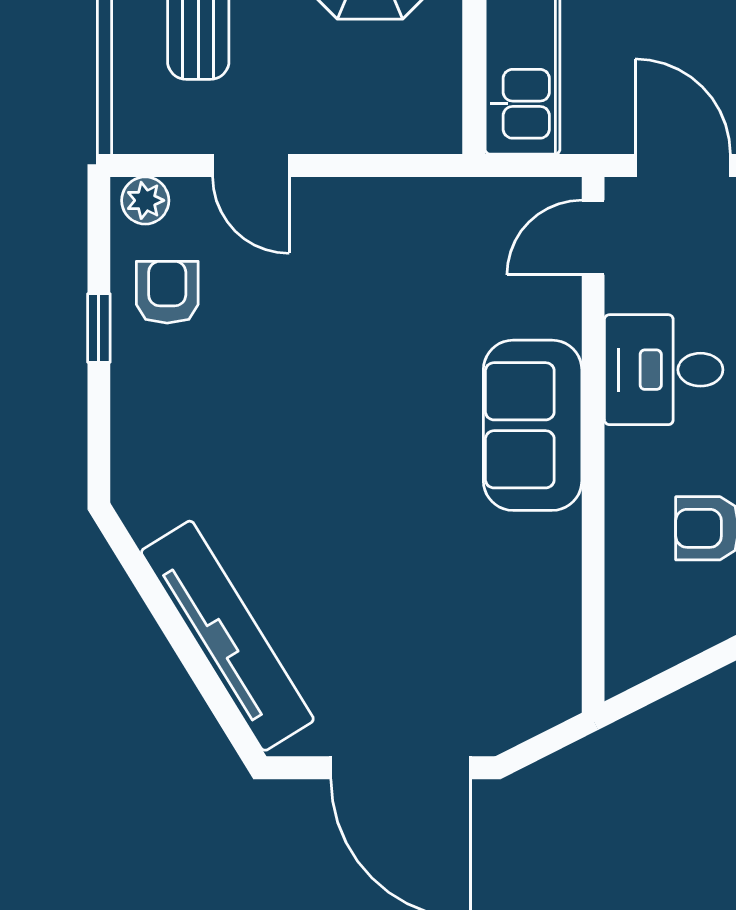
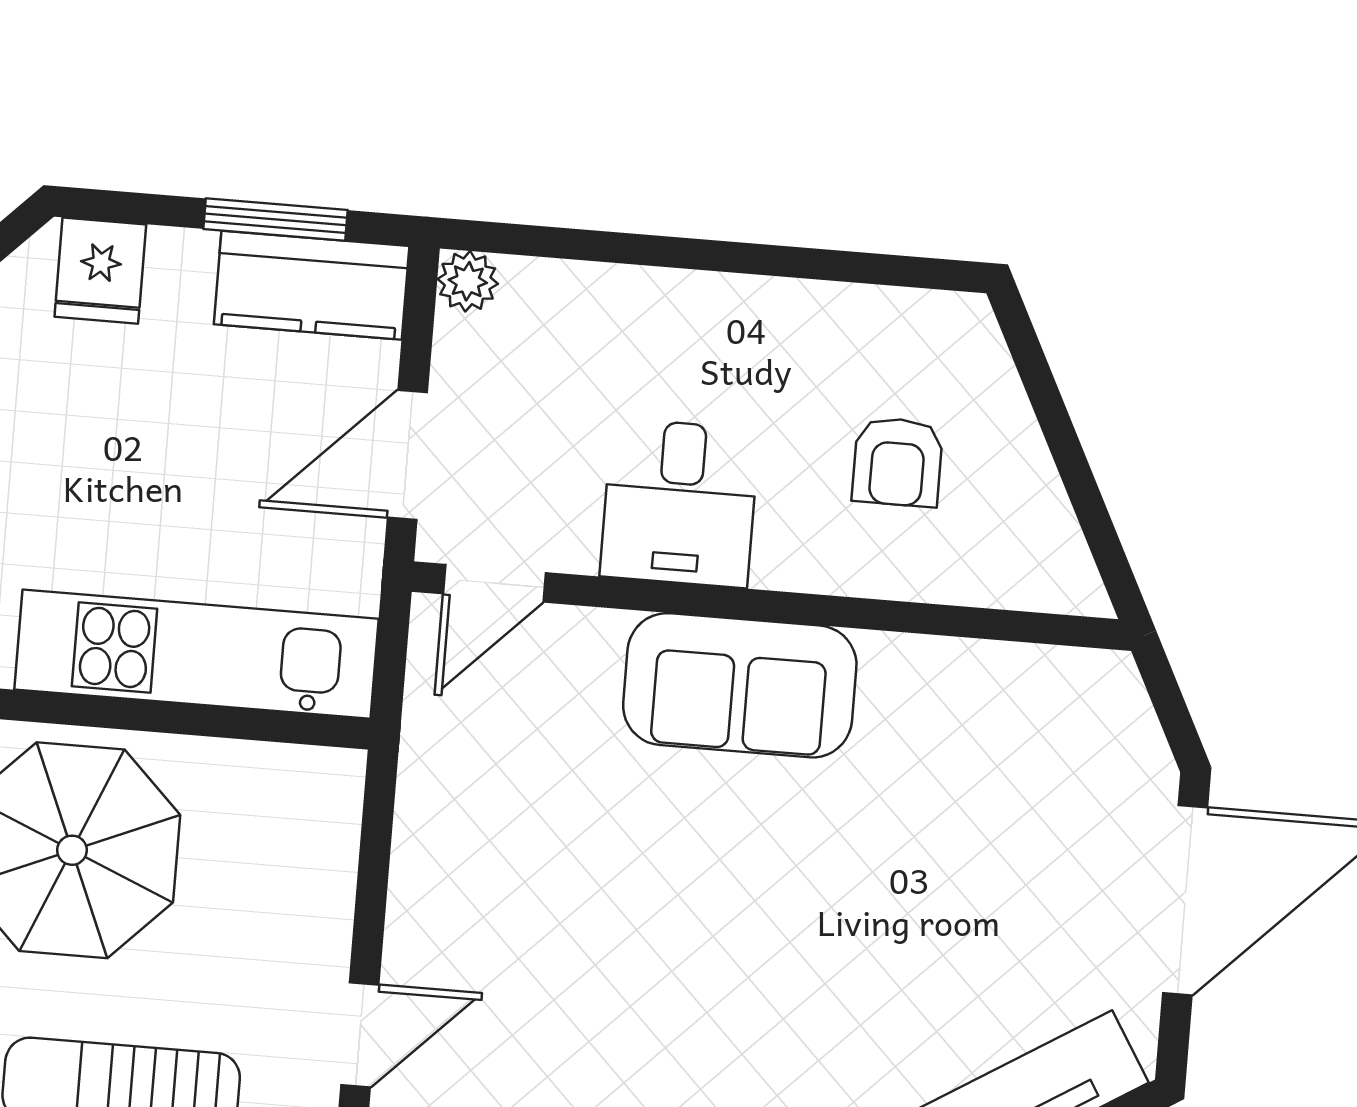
door: (593, 238) -> (494, 583), hinge flipped

